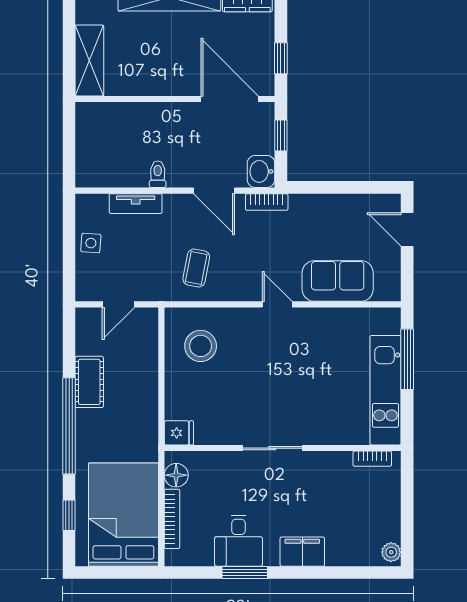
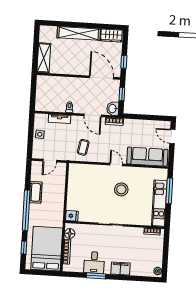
sofa: (338, 281) -> (147, 157), width x1.36
stool: (201, 346) -> (121, 189), moved

